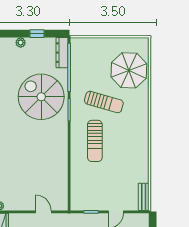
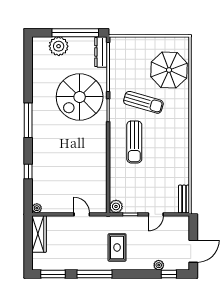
window: (37, 34) -> (75, 33), width x3.17
plant: (21, 43) -> (59, 46), width x1.87, depth x1.87
spiral stairs: (41, 97) -> (80, 97), turned -90
plant: (77, 204) -> (116, 206), added

